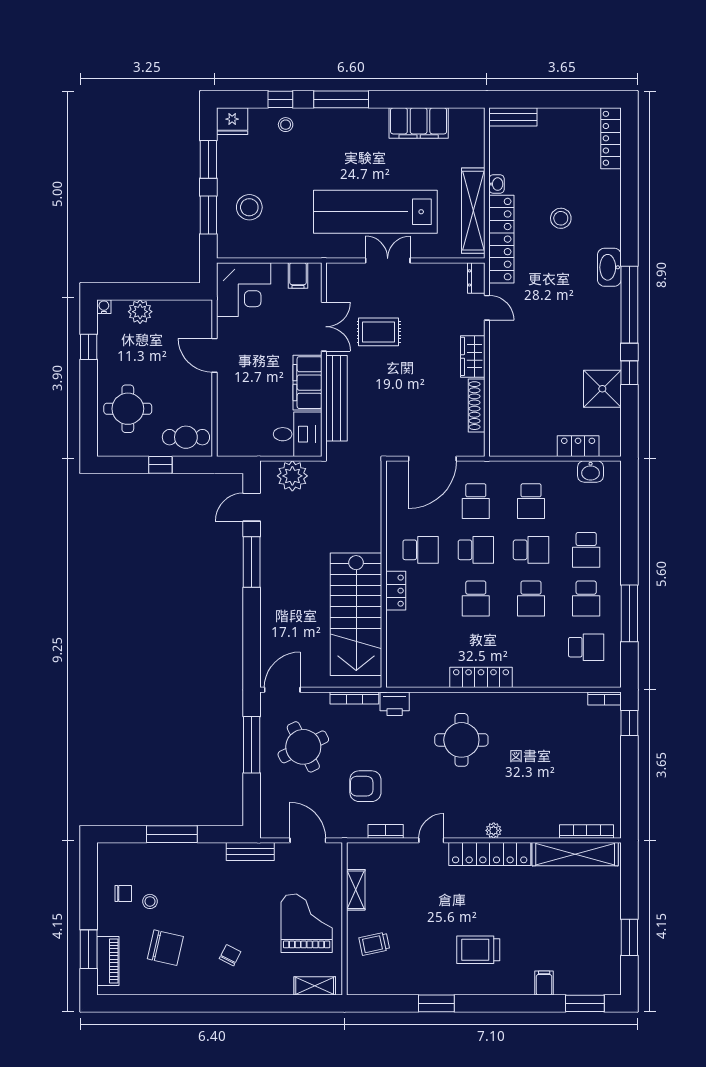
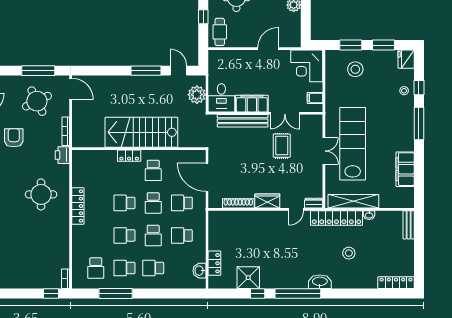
stairs: (356, 614) -> (141, 132), moved

